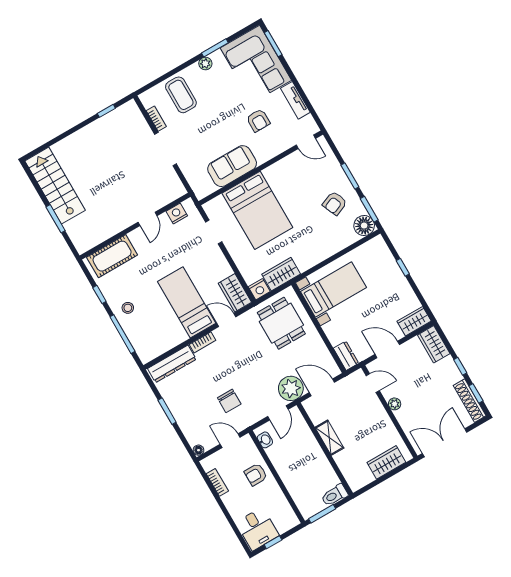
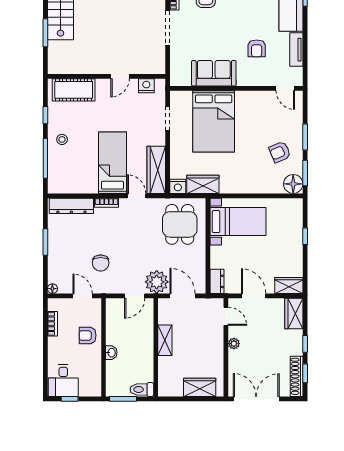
wardrobe: (235, 293) -> (156, 170), width x1.50
washbasin: (265, 440) -> (111, 353), moved

